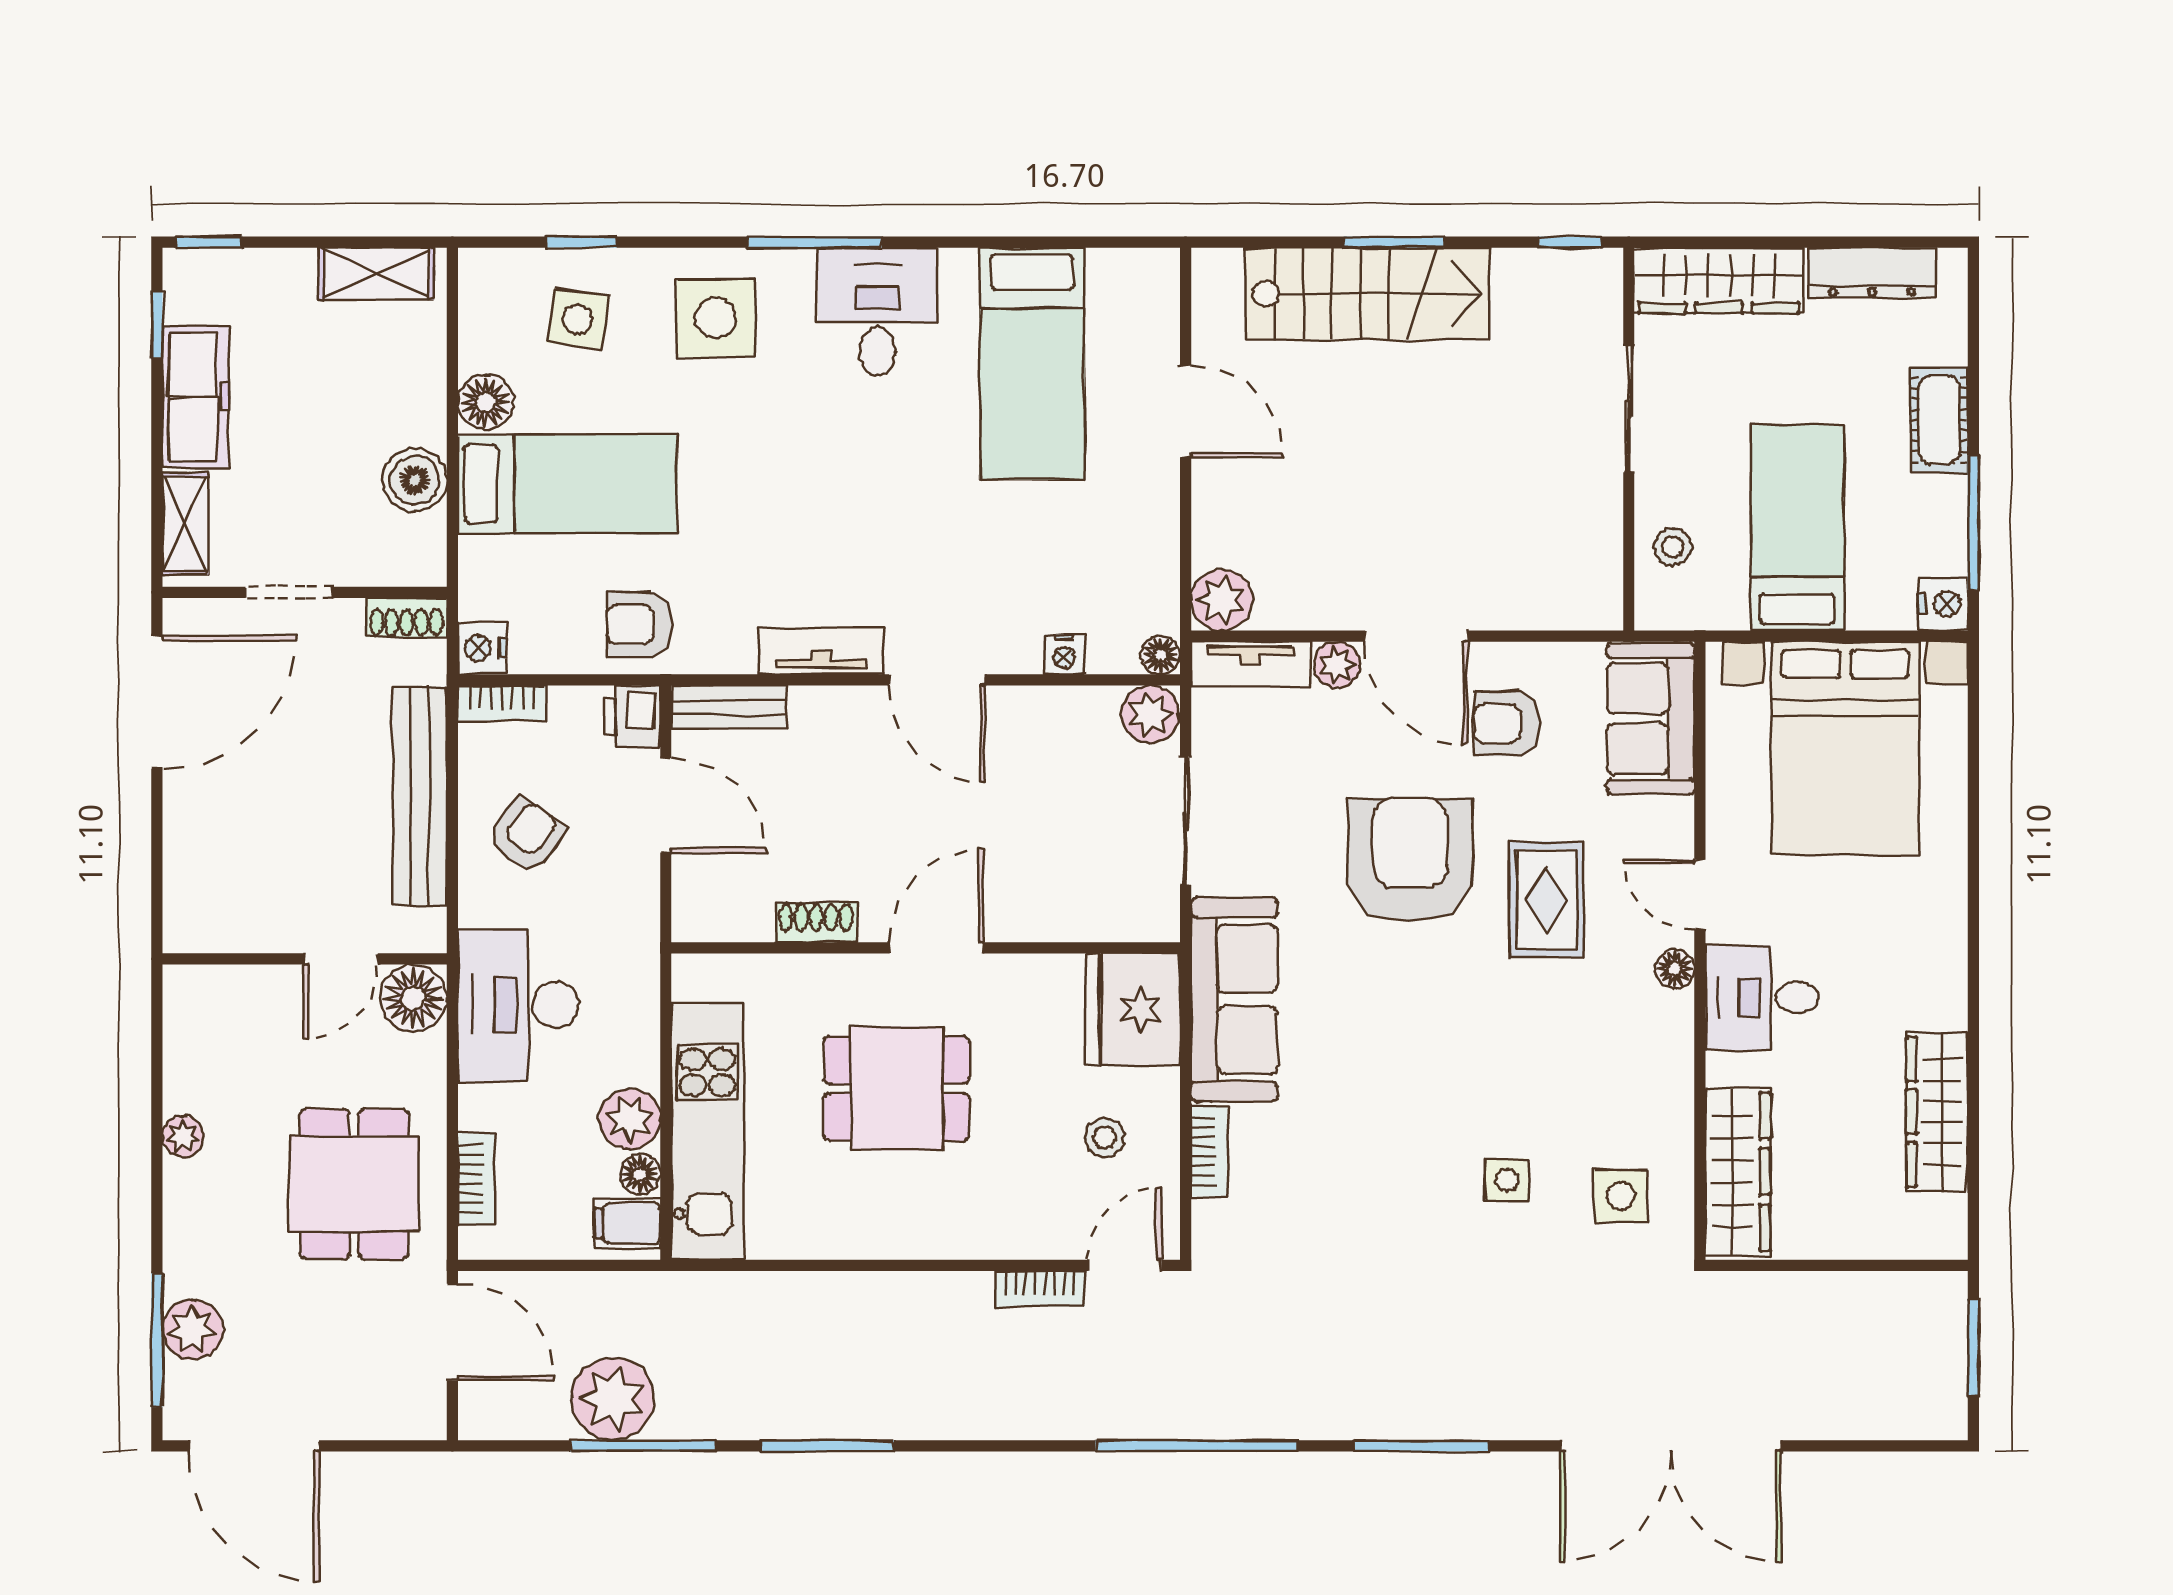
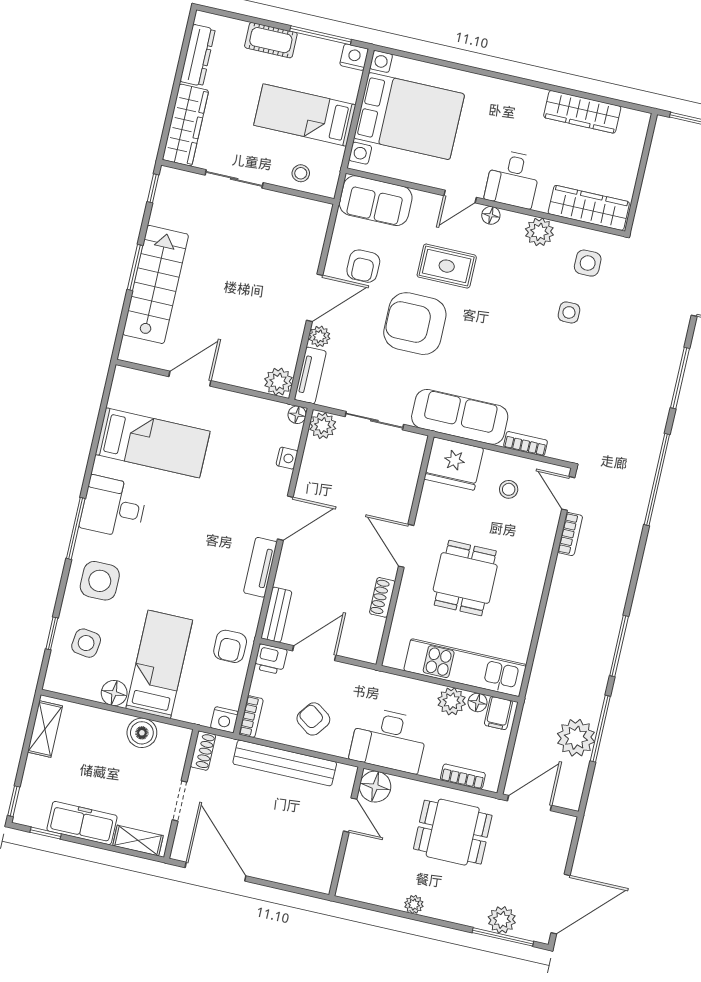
plant: (1663, 1079) -> (539, 232), added

